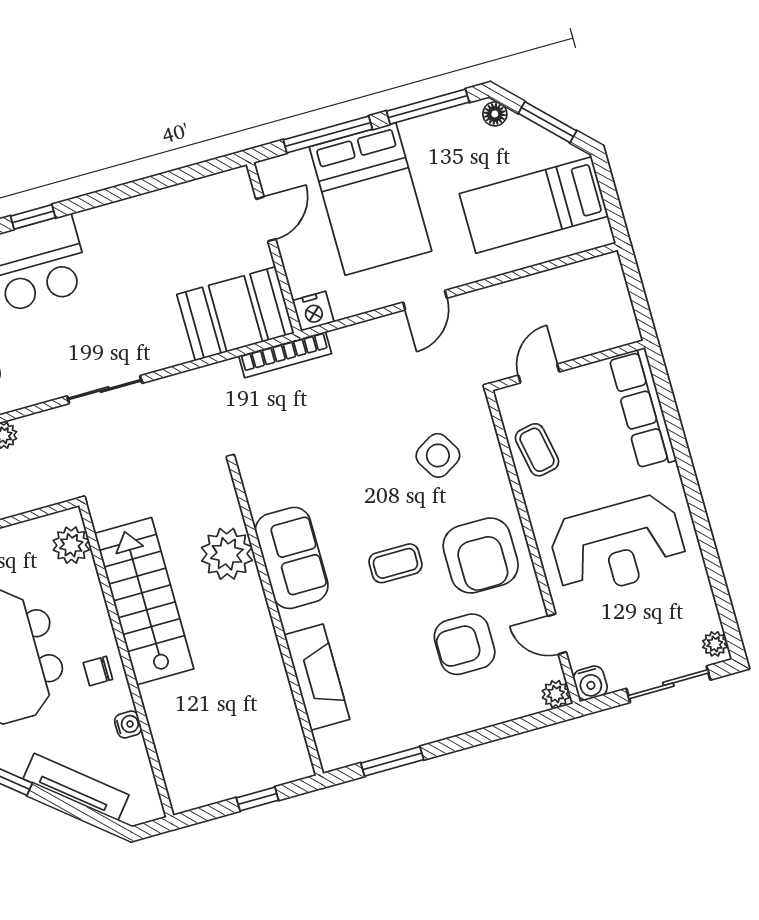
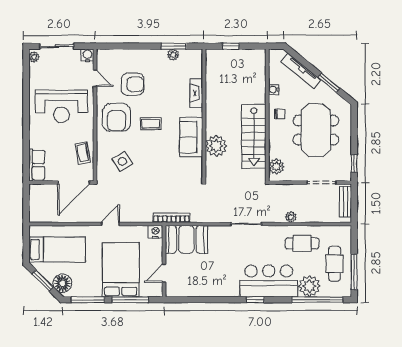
floor lamp: (495, 114) -> (62, 283), width x1.89, depth x1.89
door: (539, 373) -> (74, 183), width x1.87
row of seats: (643, 409) -> (37, 165), width x0.68
reception desk: (618, 545) -> (62, 106), turned 180
armchair: (481, 555) -> (116, 117), turned 180
fireplace: (317, 677) -> (196, 93), width x0.73, depth x0.76
plant: (556, 694) -> (173, 55), moved

